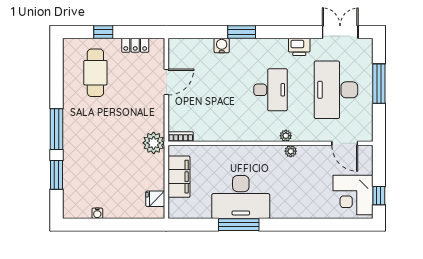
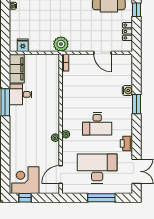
filing cabinet: (179, 177) -> (17, 69), moved, turned -90
desk: (241, 197) -> (21, 94), width x0.53, depth x0.77

